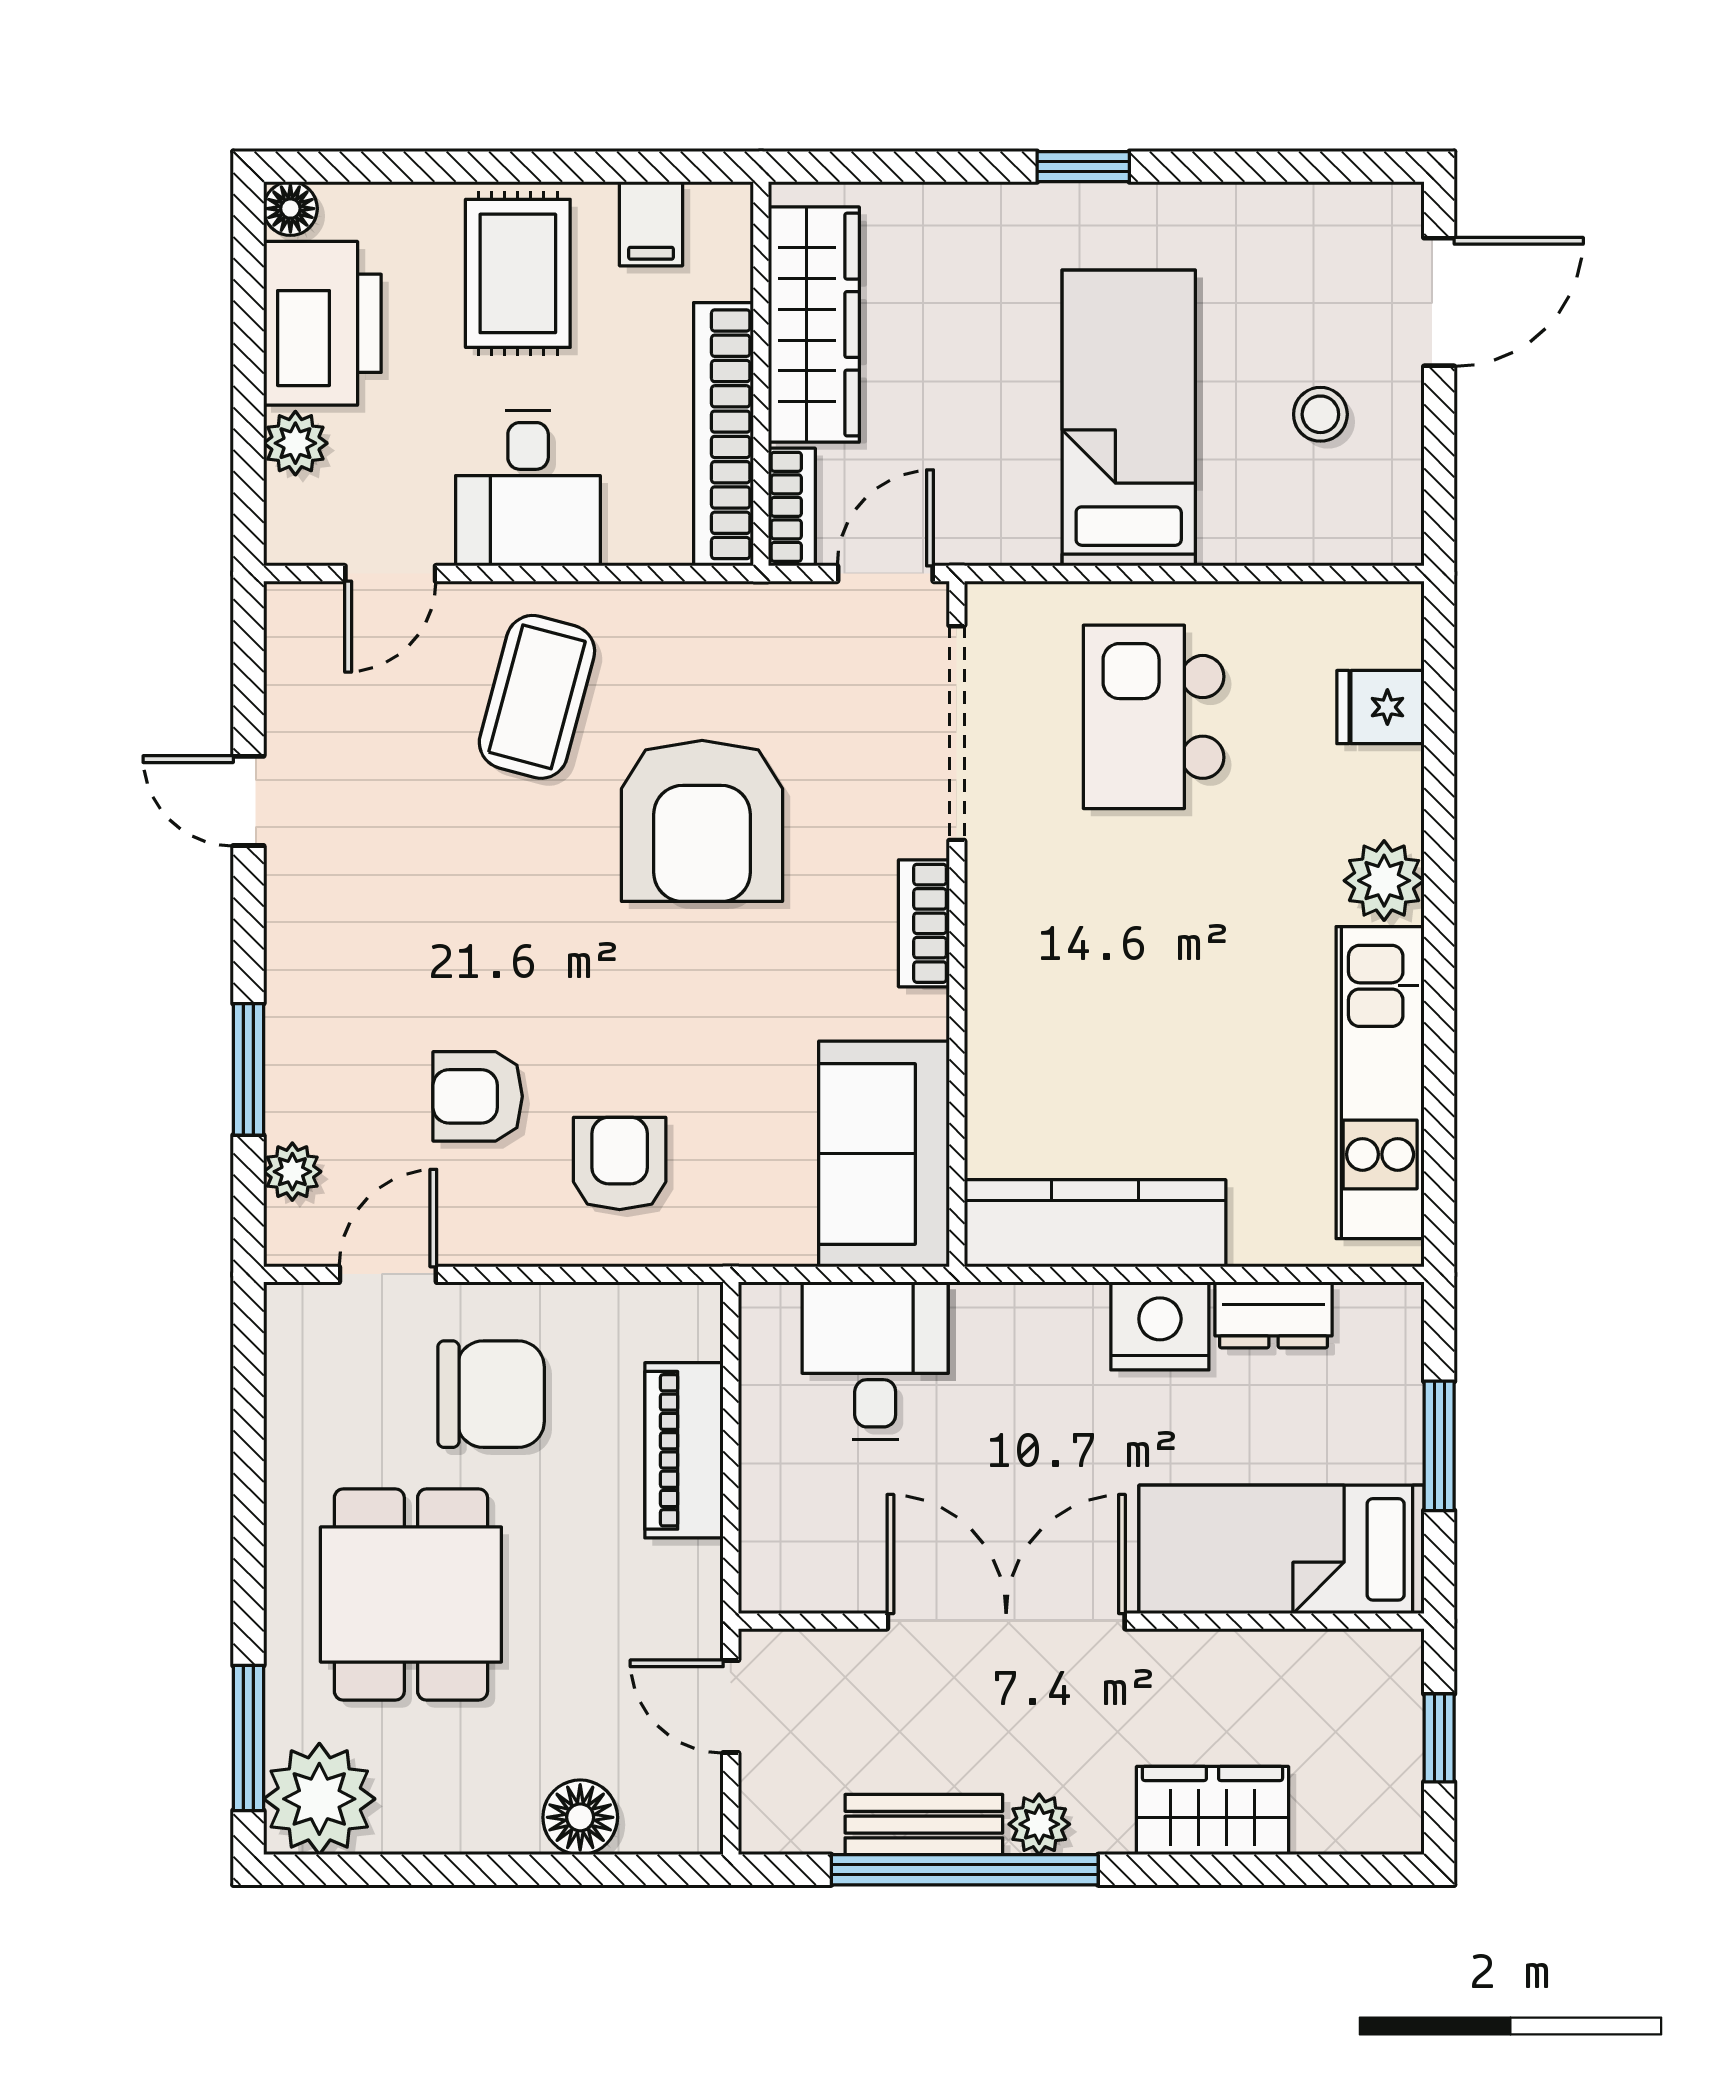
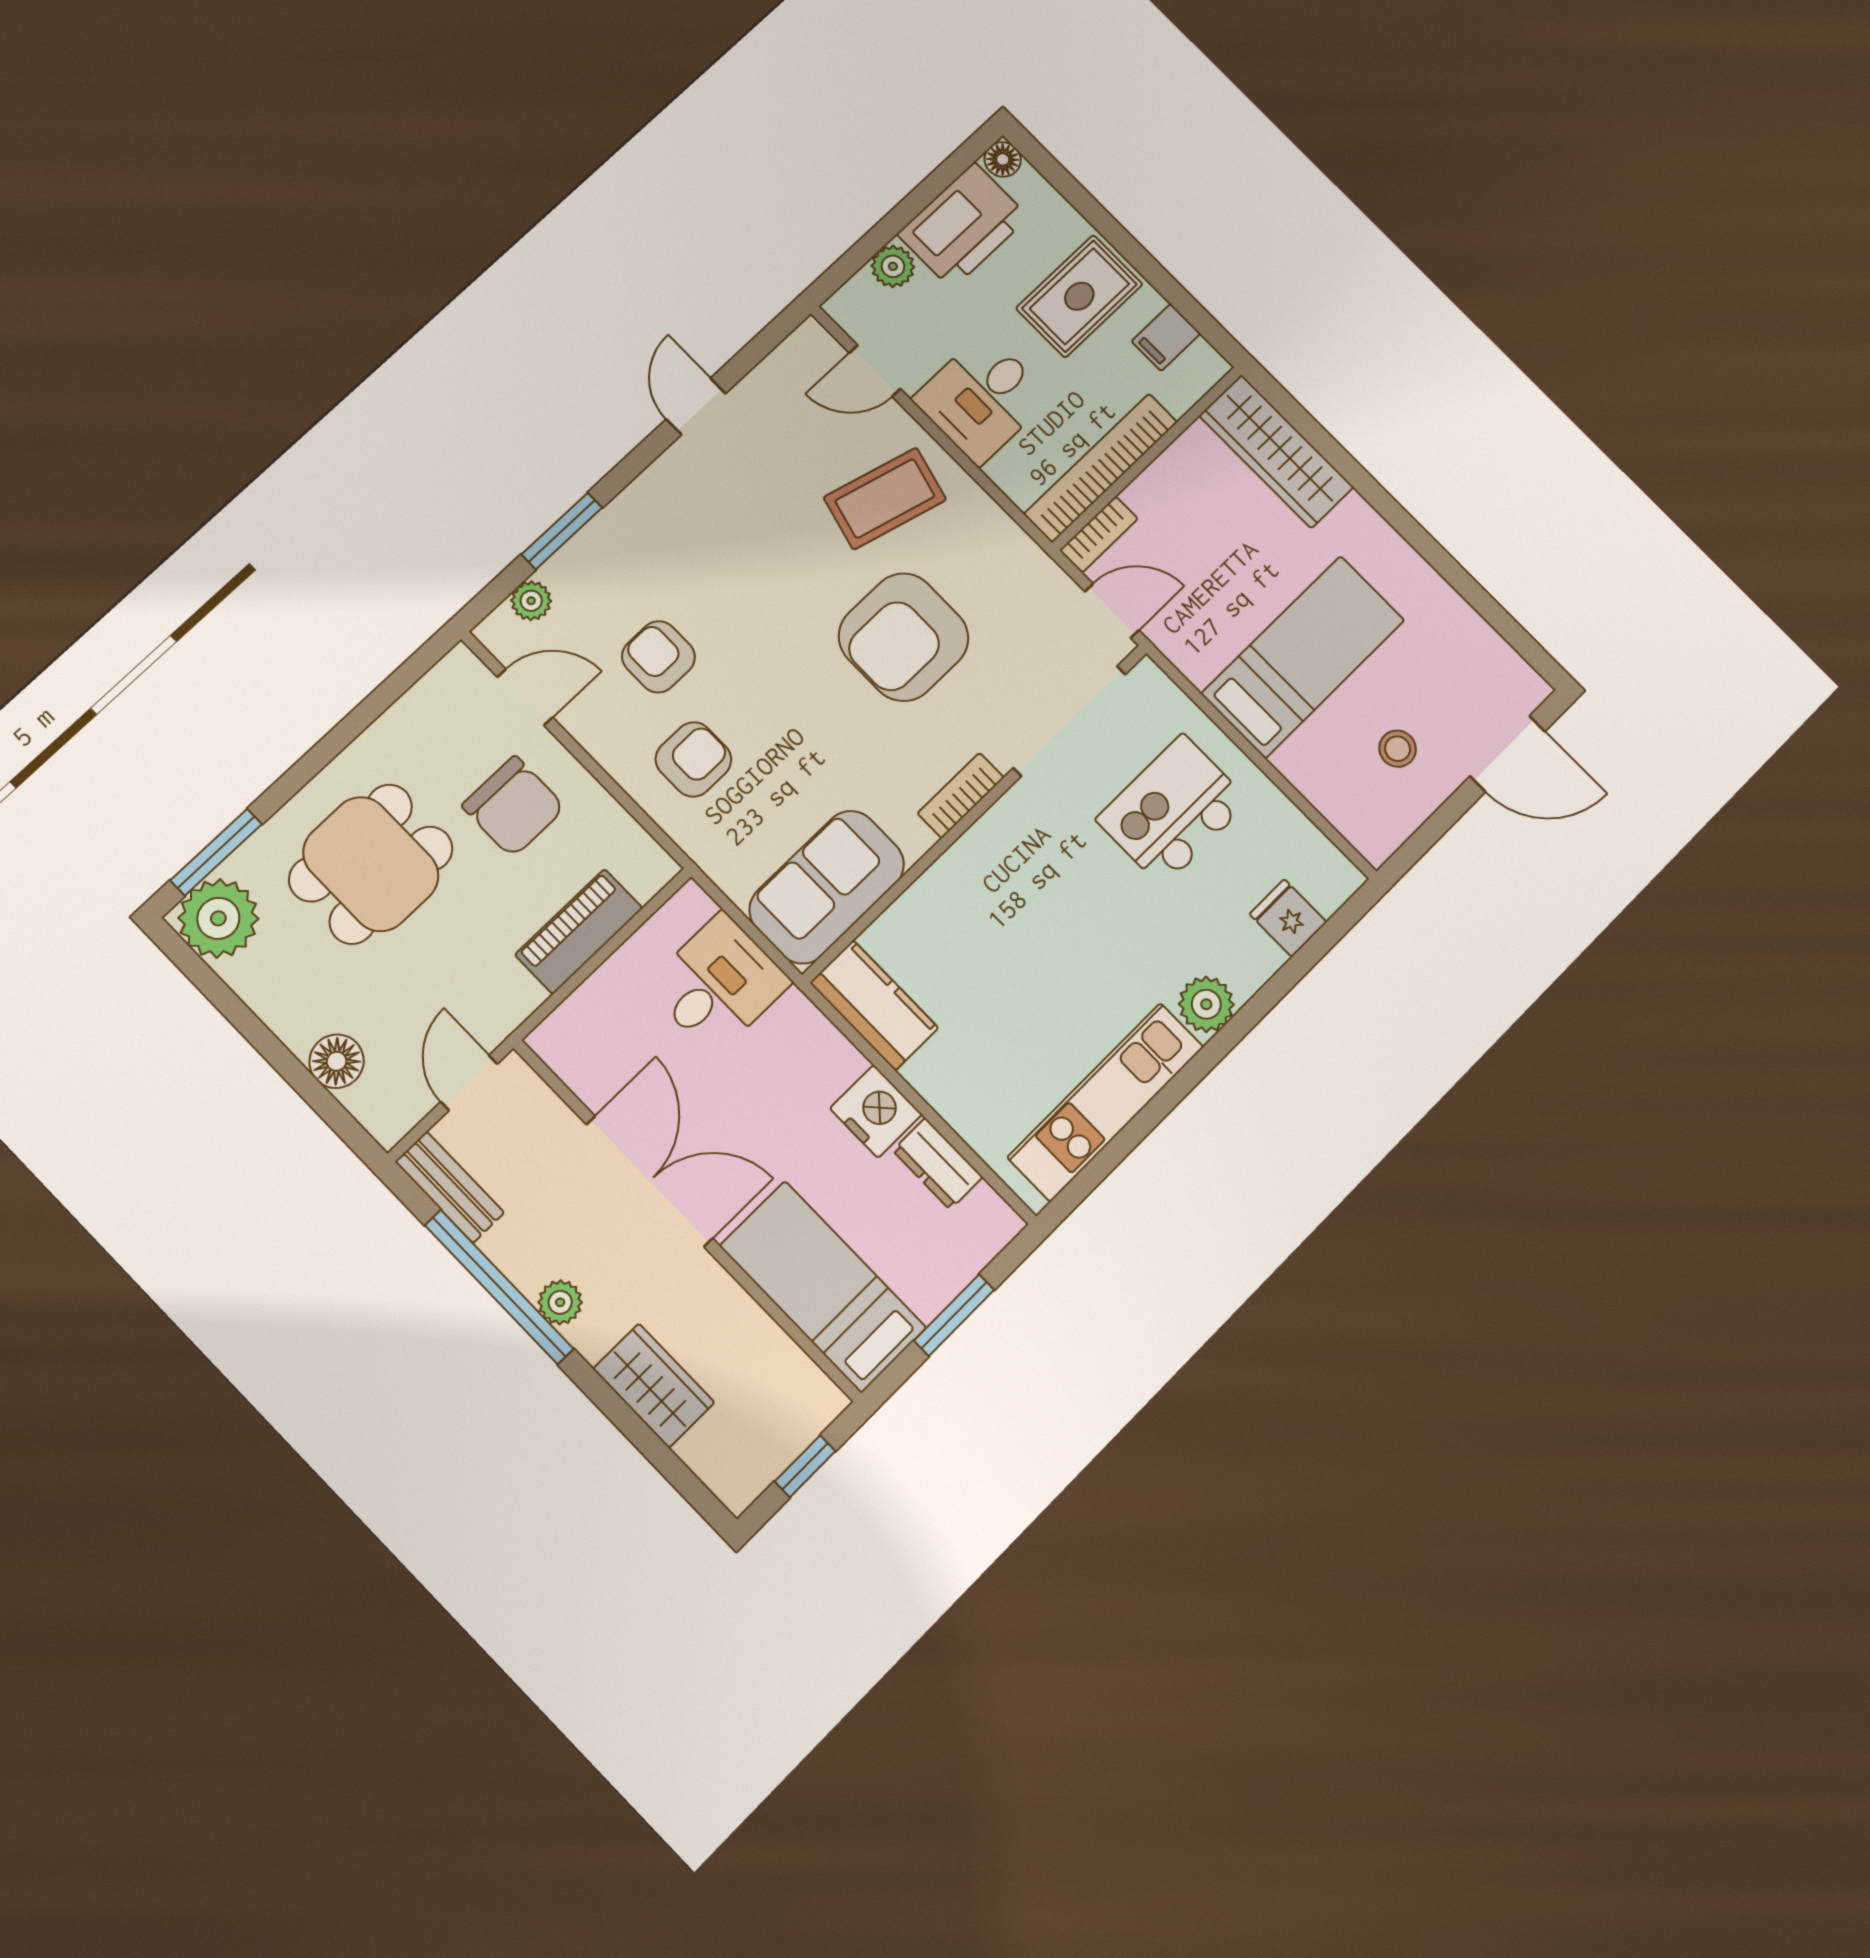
window: (1083, 167) -> (1399, 519), removed
wardrobe: (814, 325) -> (1276, 451), moved, turned 90
kitchen counter: (1095, 1223) -> (874, 1005), width x0.67
bench: (924, 1825) -> (450, 1187), moved

